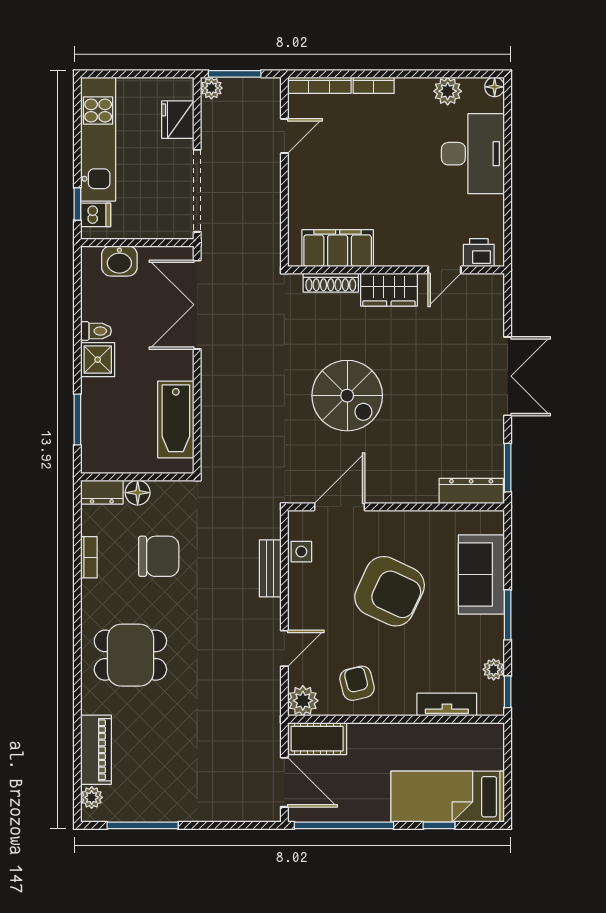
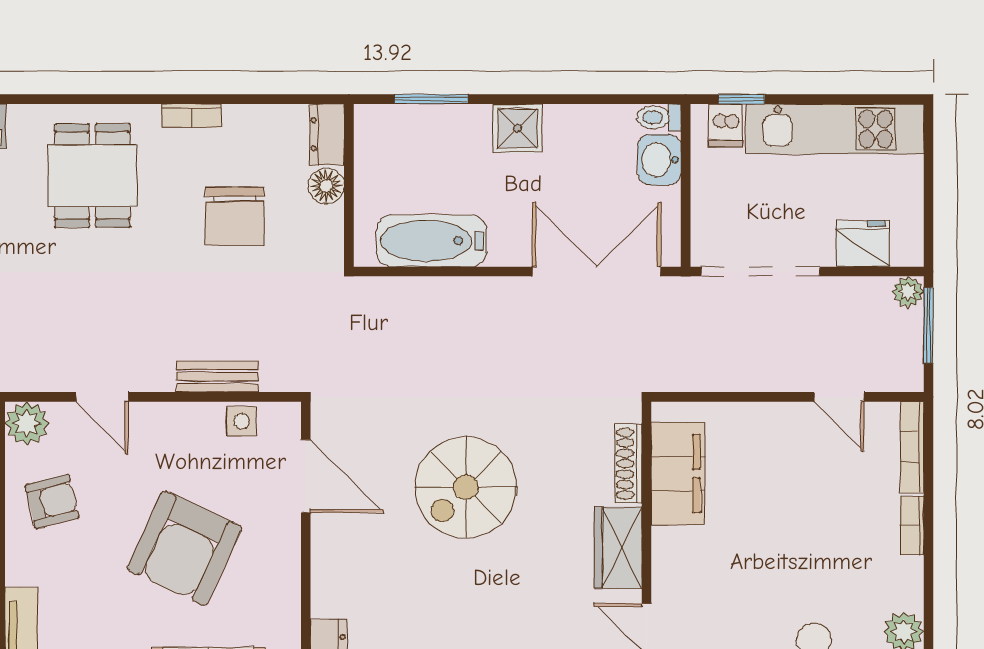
toilet: (96, 331) -> (659, 117), moved, turned 90
bookcase: (89, 557) -> (191, 116), moved

